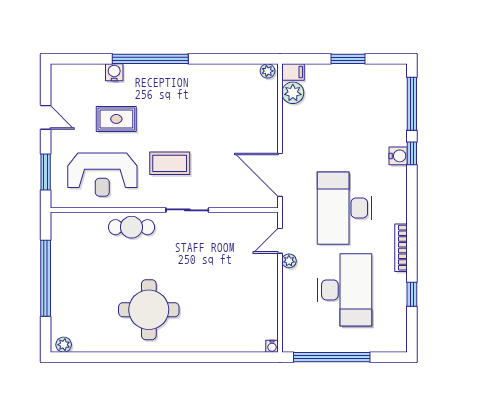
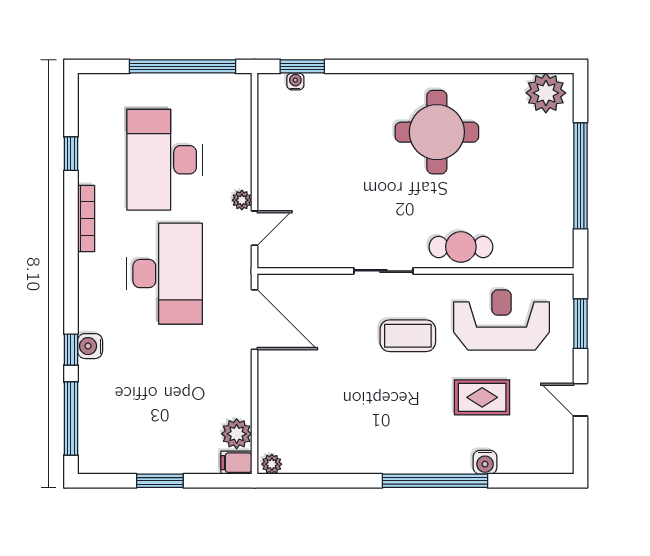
plant: (64, 345) -> (546, 93), width x1.87, depth x1.87
water cooler: (272, 346) -> (295, 81), moved
window: (246, 357) -> (302, 66), added

